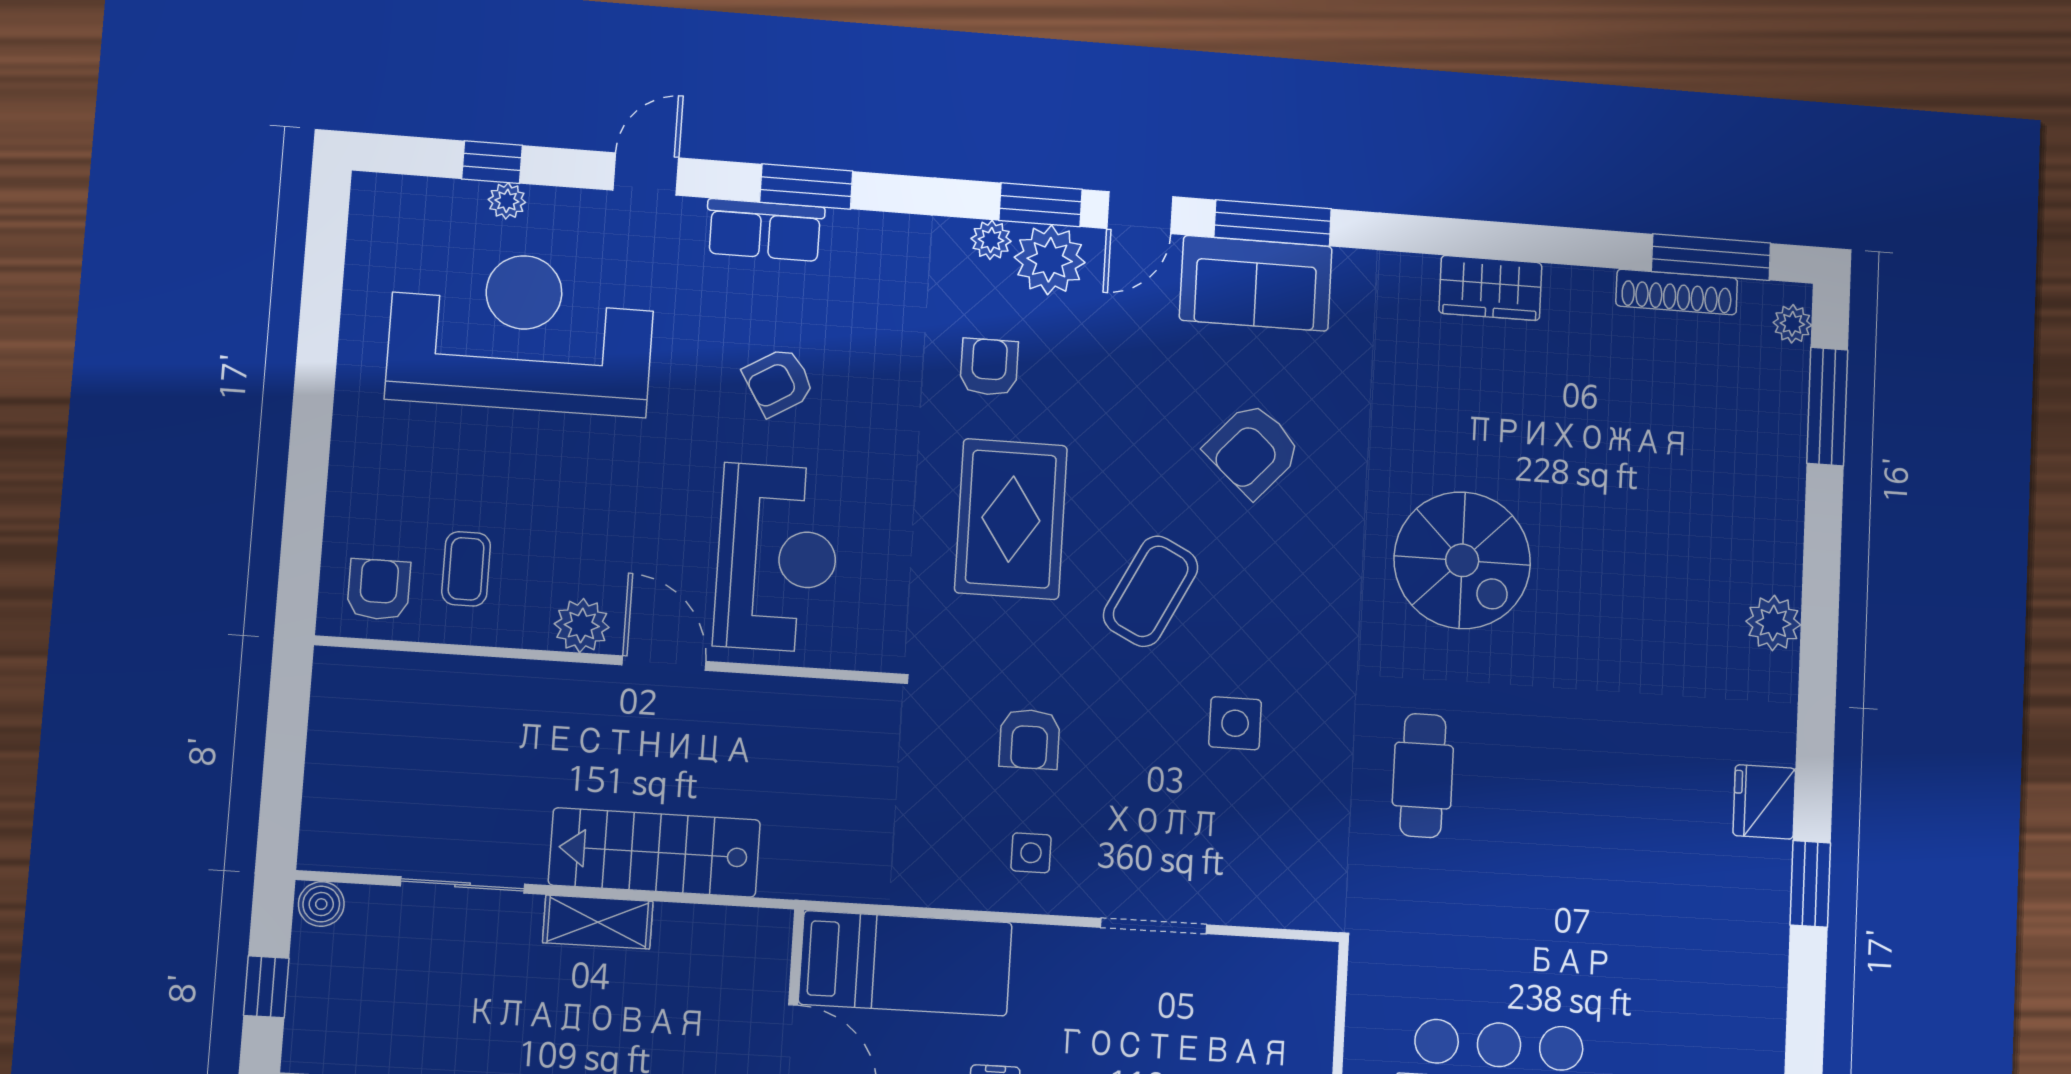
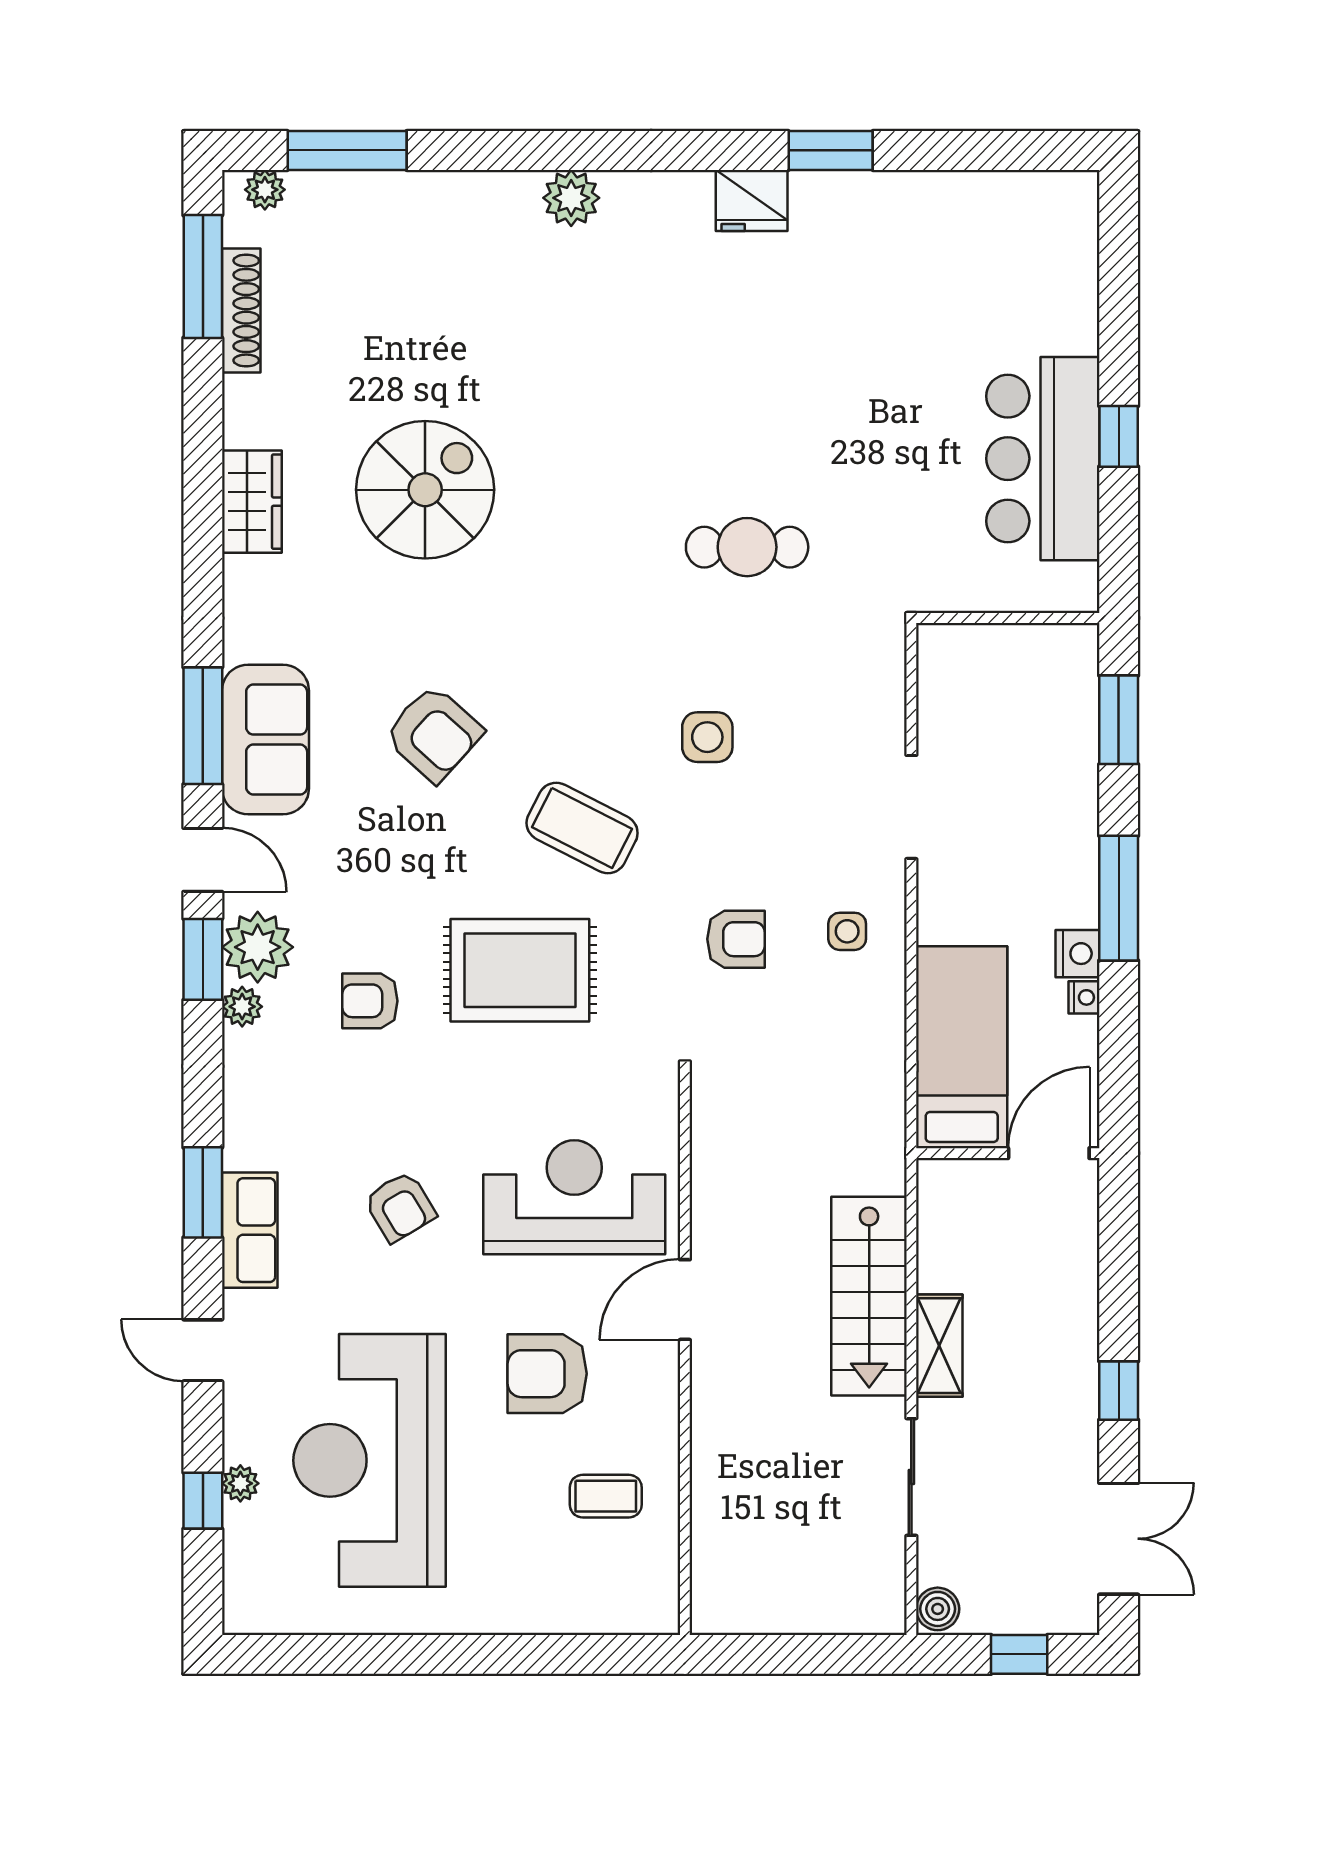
spiral stairs: (1462, 560) -> (425, 490), moved
armchair: (379, 589) -> (547, 1374), moved, width x1.38, depth x1.38
plant: (582, 625) -> (653, 1381), removed

